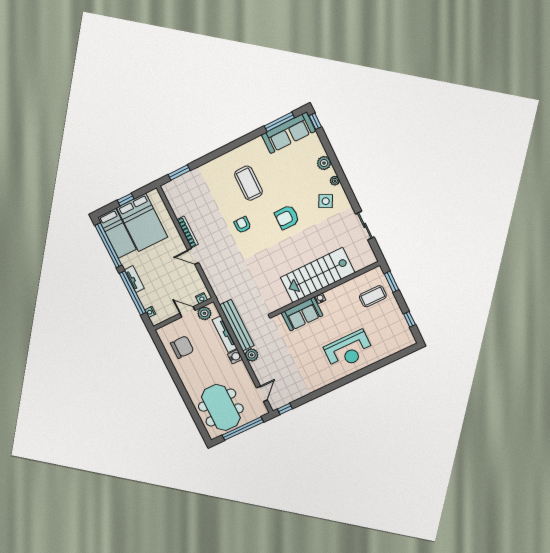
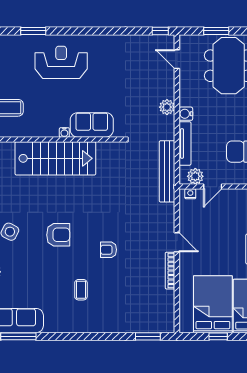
coffee table: (248, 183) -> (81, 290), width x0.54, depth x0.58
armchair: (242, 225) -> (109, 250), turned 90
door: (187, 312) -> (213, 187), hinge flipped
bench: (237, 325) -> (167, 171), moved
window: (381, 363) -> (33, 31), added
door: (262, 394) -> (177, 59), hinge flipped
window: (243, 429) -> (216, 31), width x0.47

